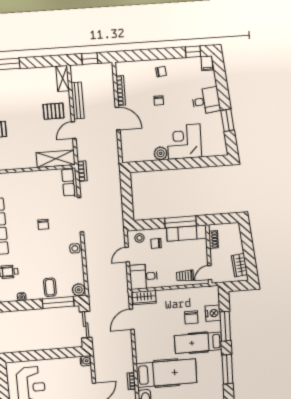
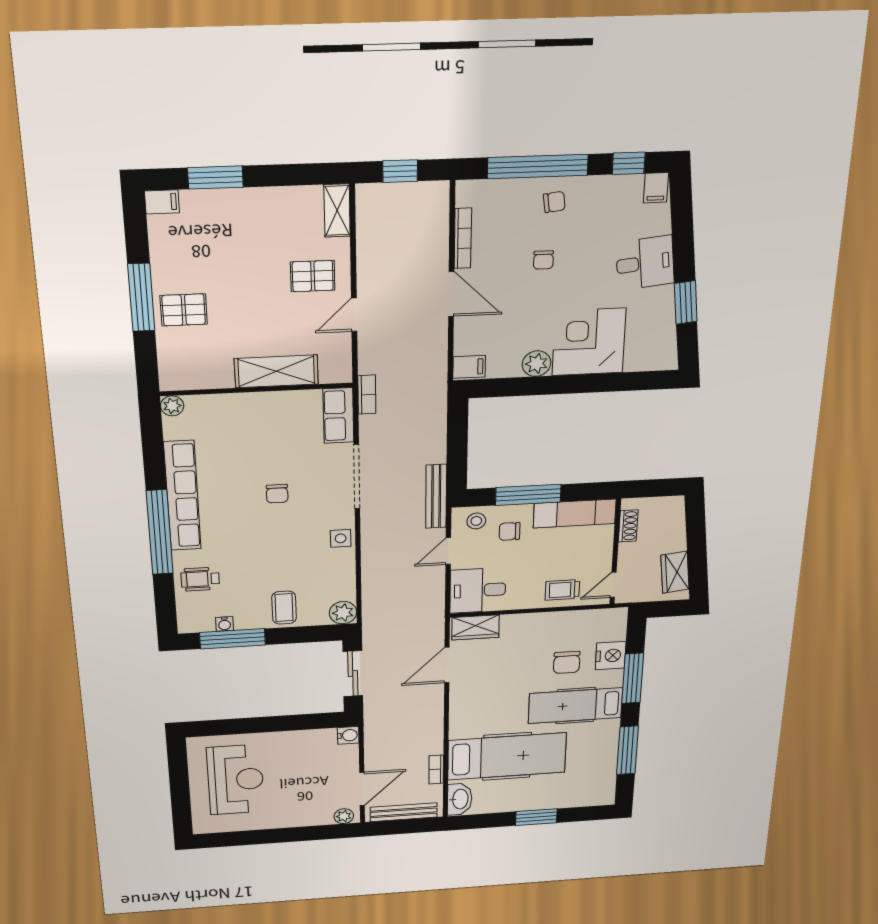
window: (152, 54) -> (538, 166), added
bench: (78, 101) -> (436, 496), moved
filing cabinet: (129, 156) -> (469, 367), added
shelving: (56, 159) -> (276, 371), moved
window: (181, 222) -> (528, 495), moved
window: (58, 303) -> (233, 639), moved

